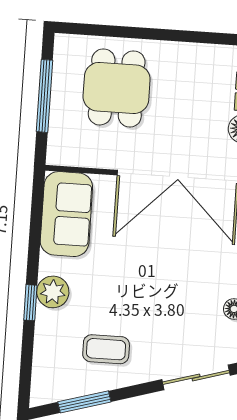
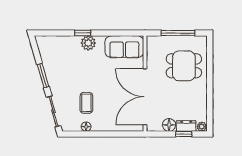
coffee table: (106, 349) -> (86, 103), moved
window: (84, 402) -> (43, 76), moved

